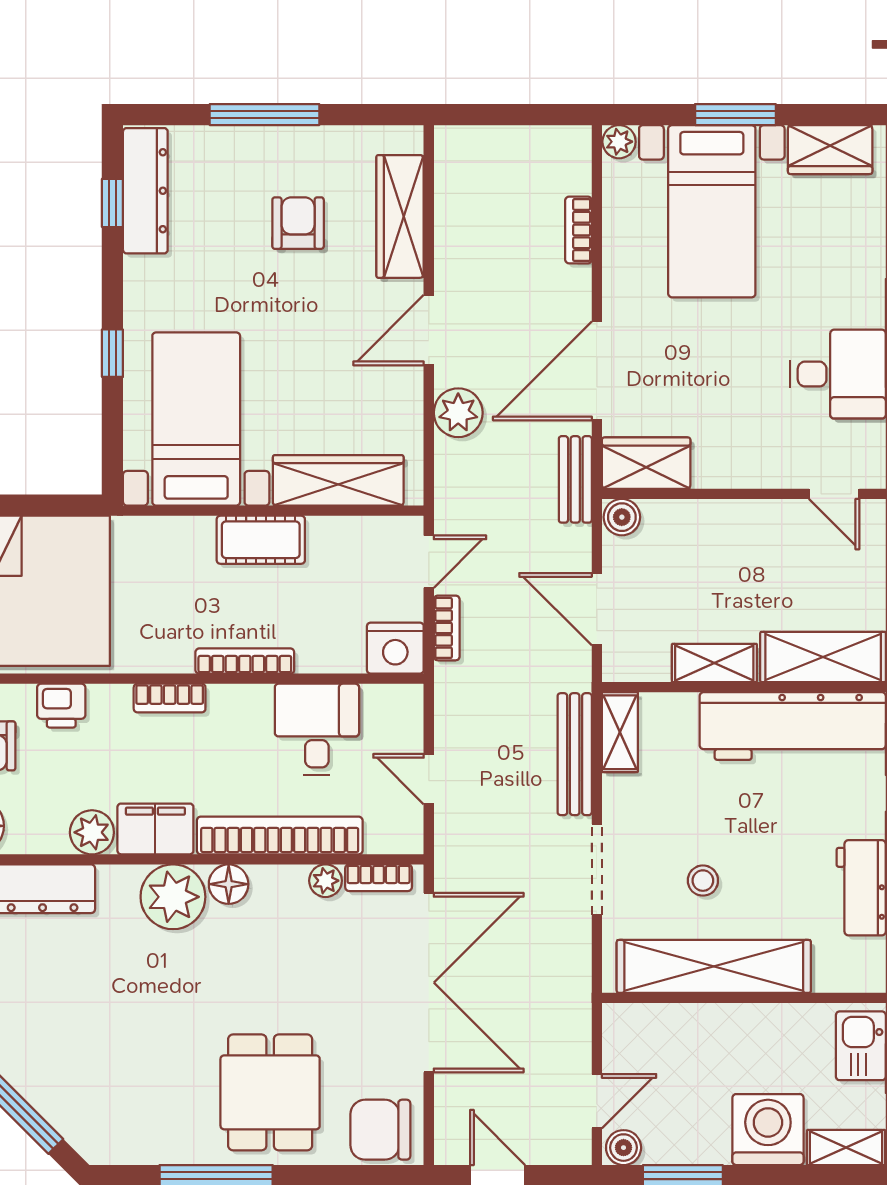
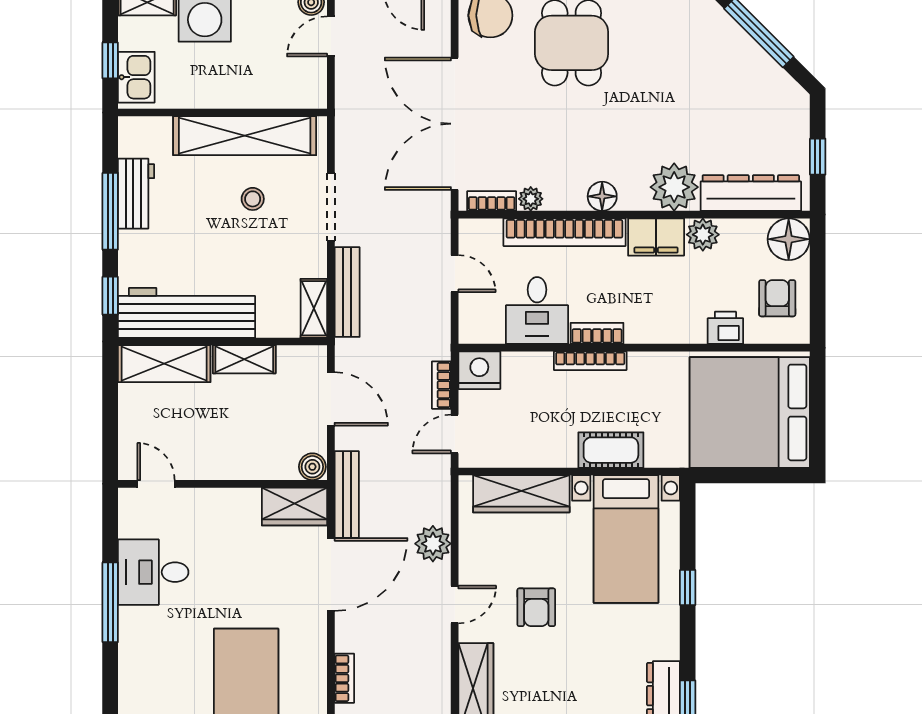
armchair: (298, 223) -> (536, 607), moved
door: (429, 330) -> (455, 605), width x0.73
bench: (575, 479) -> (347, 495), width x1.36
cot: (261, 540) -> (611, 450), moved
bookcase: (170, 698) -> (597, 333), moved
plant: (173, 897) -> (674, 187), moved

